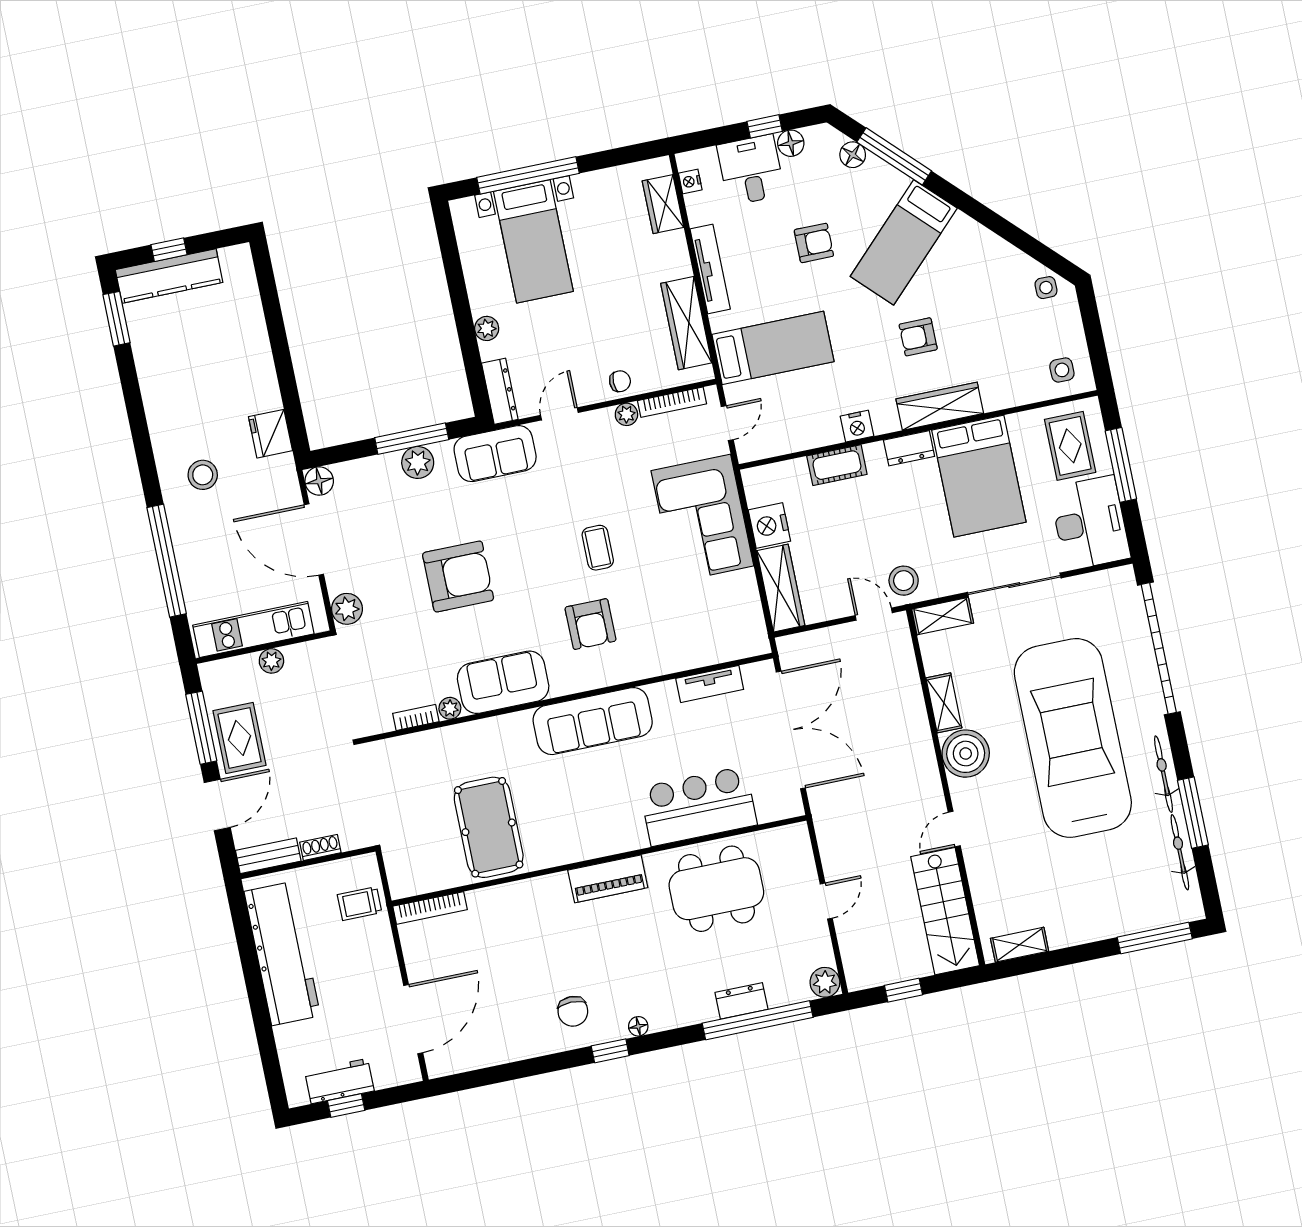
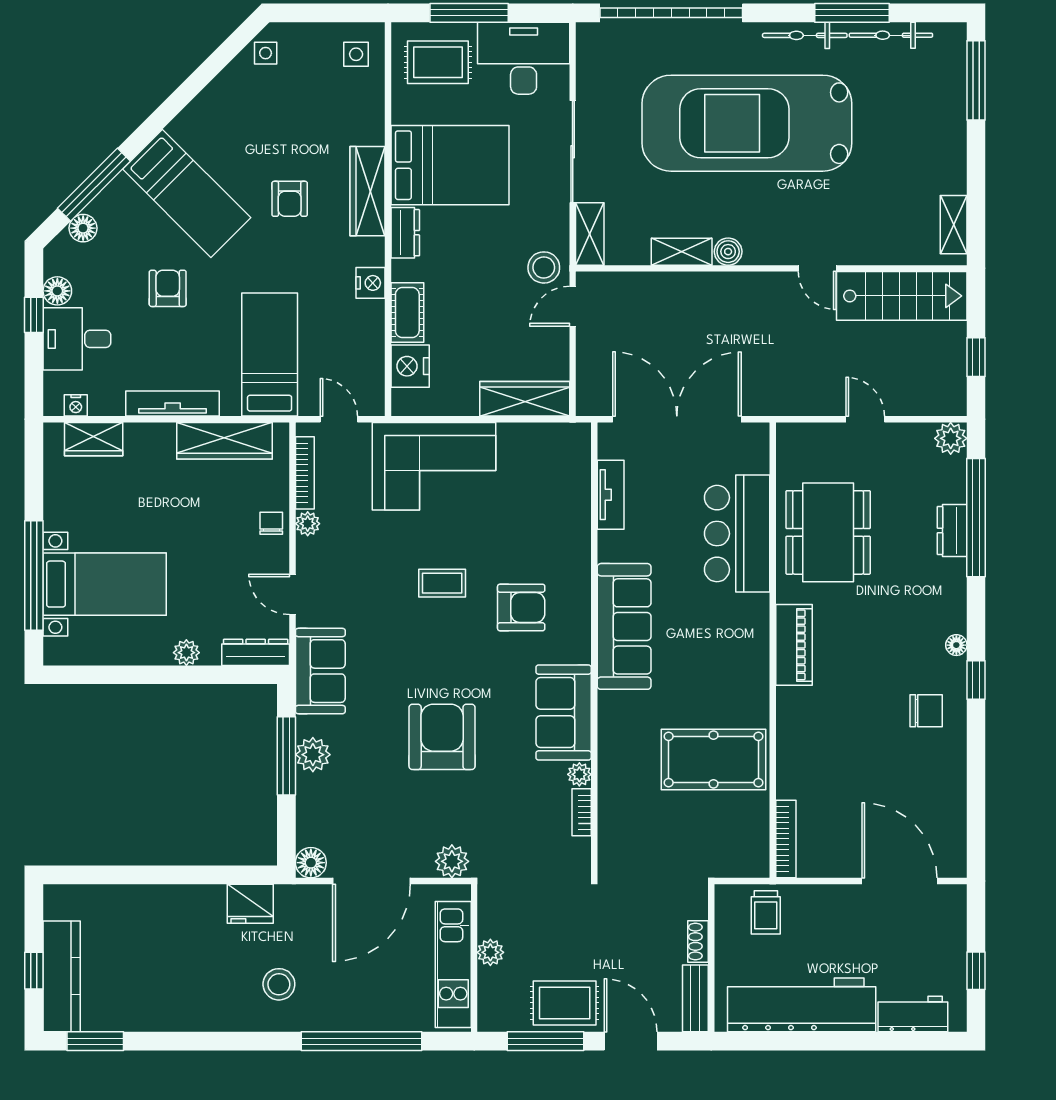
nightstand: (769, 526) -> (410, 366), moved, turned 90
boiler: (966, 754) -> (728, 252), width x0.54, depth x0.54
workbench: (339, 1081) -> (913, 1014), moved, turned 90

